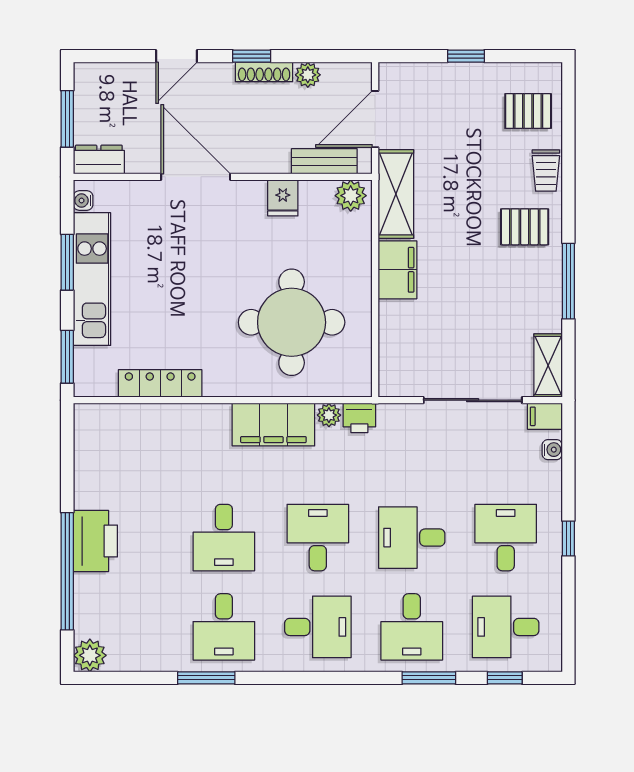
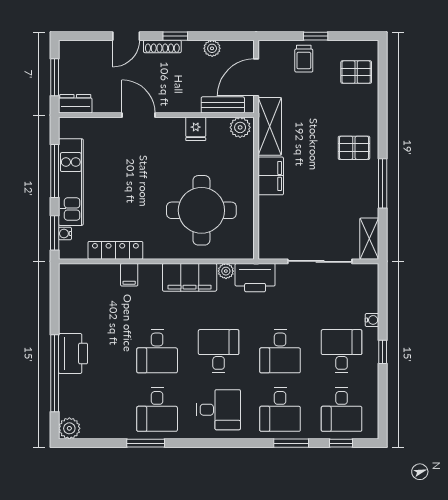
shoe rack: (264, 72) -> (162, 46), moved
trolley: (546, 171) -> (304, 59), moved
door: (196, 177) -> (139, 115), width x0.73
water cooler: (83, 201) -> (65, 233), moved
window: (67, 262) -> (55, 171), width x1.44
filing cabinet: (545, 416) -> (129, 275), moved, turned -90
printer: (359, 418) -> (255, 278), width x1.87, depth x1.48
water cooler: (552, 450) -> (372, 320), moved
desk: (412, 538) -> (280, 351), turned -90
desk: (506, 627) -> (342, 410), turned -90

